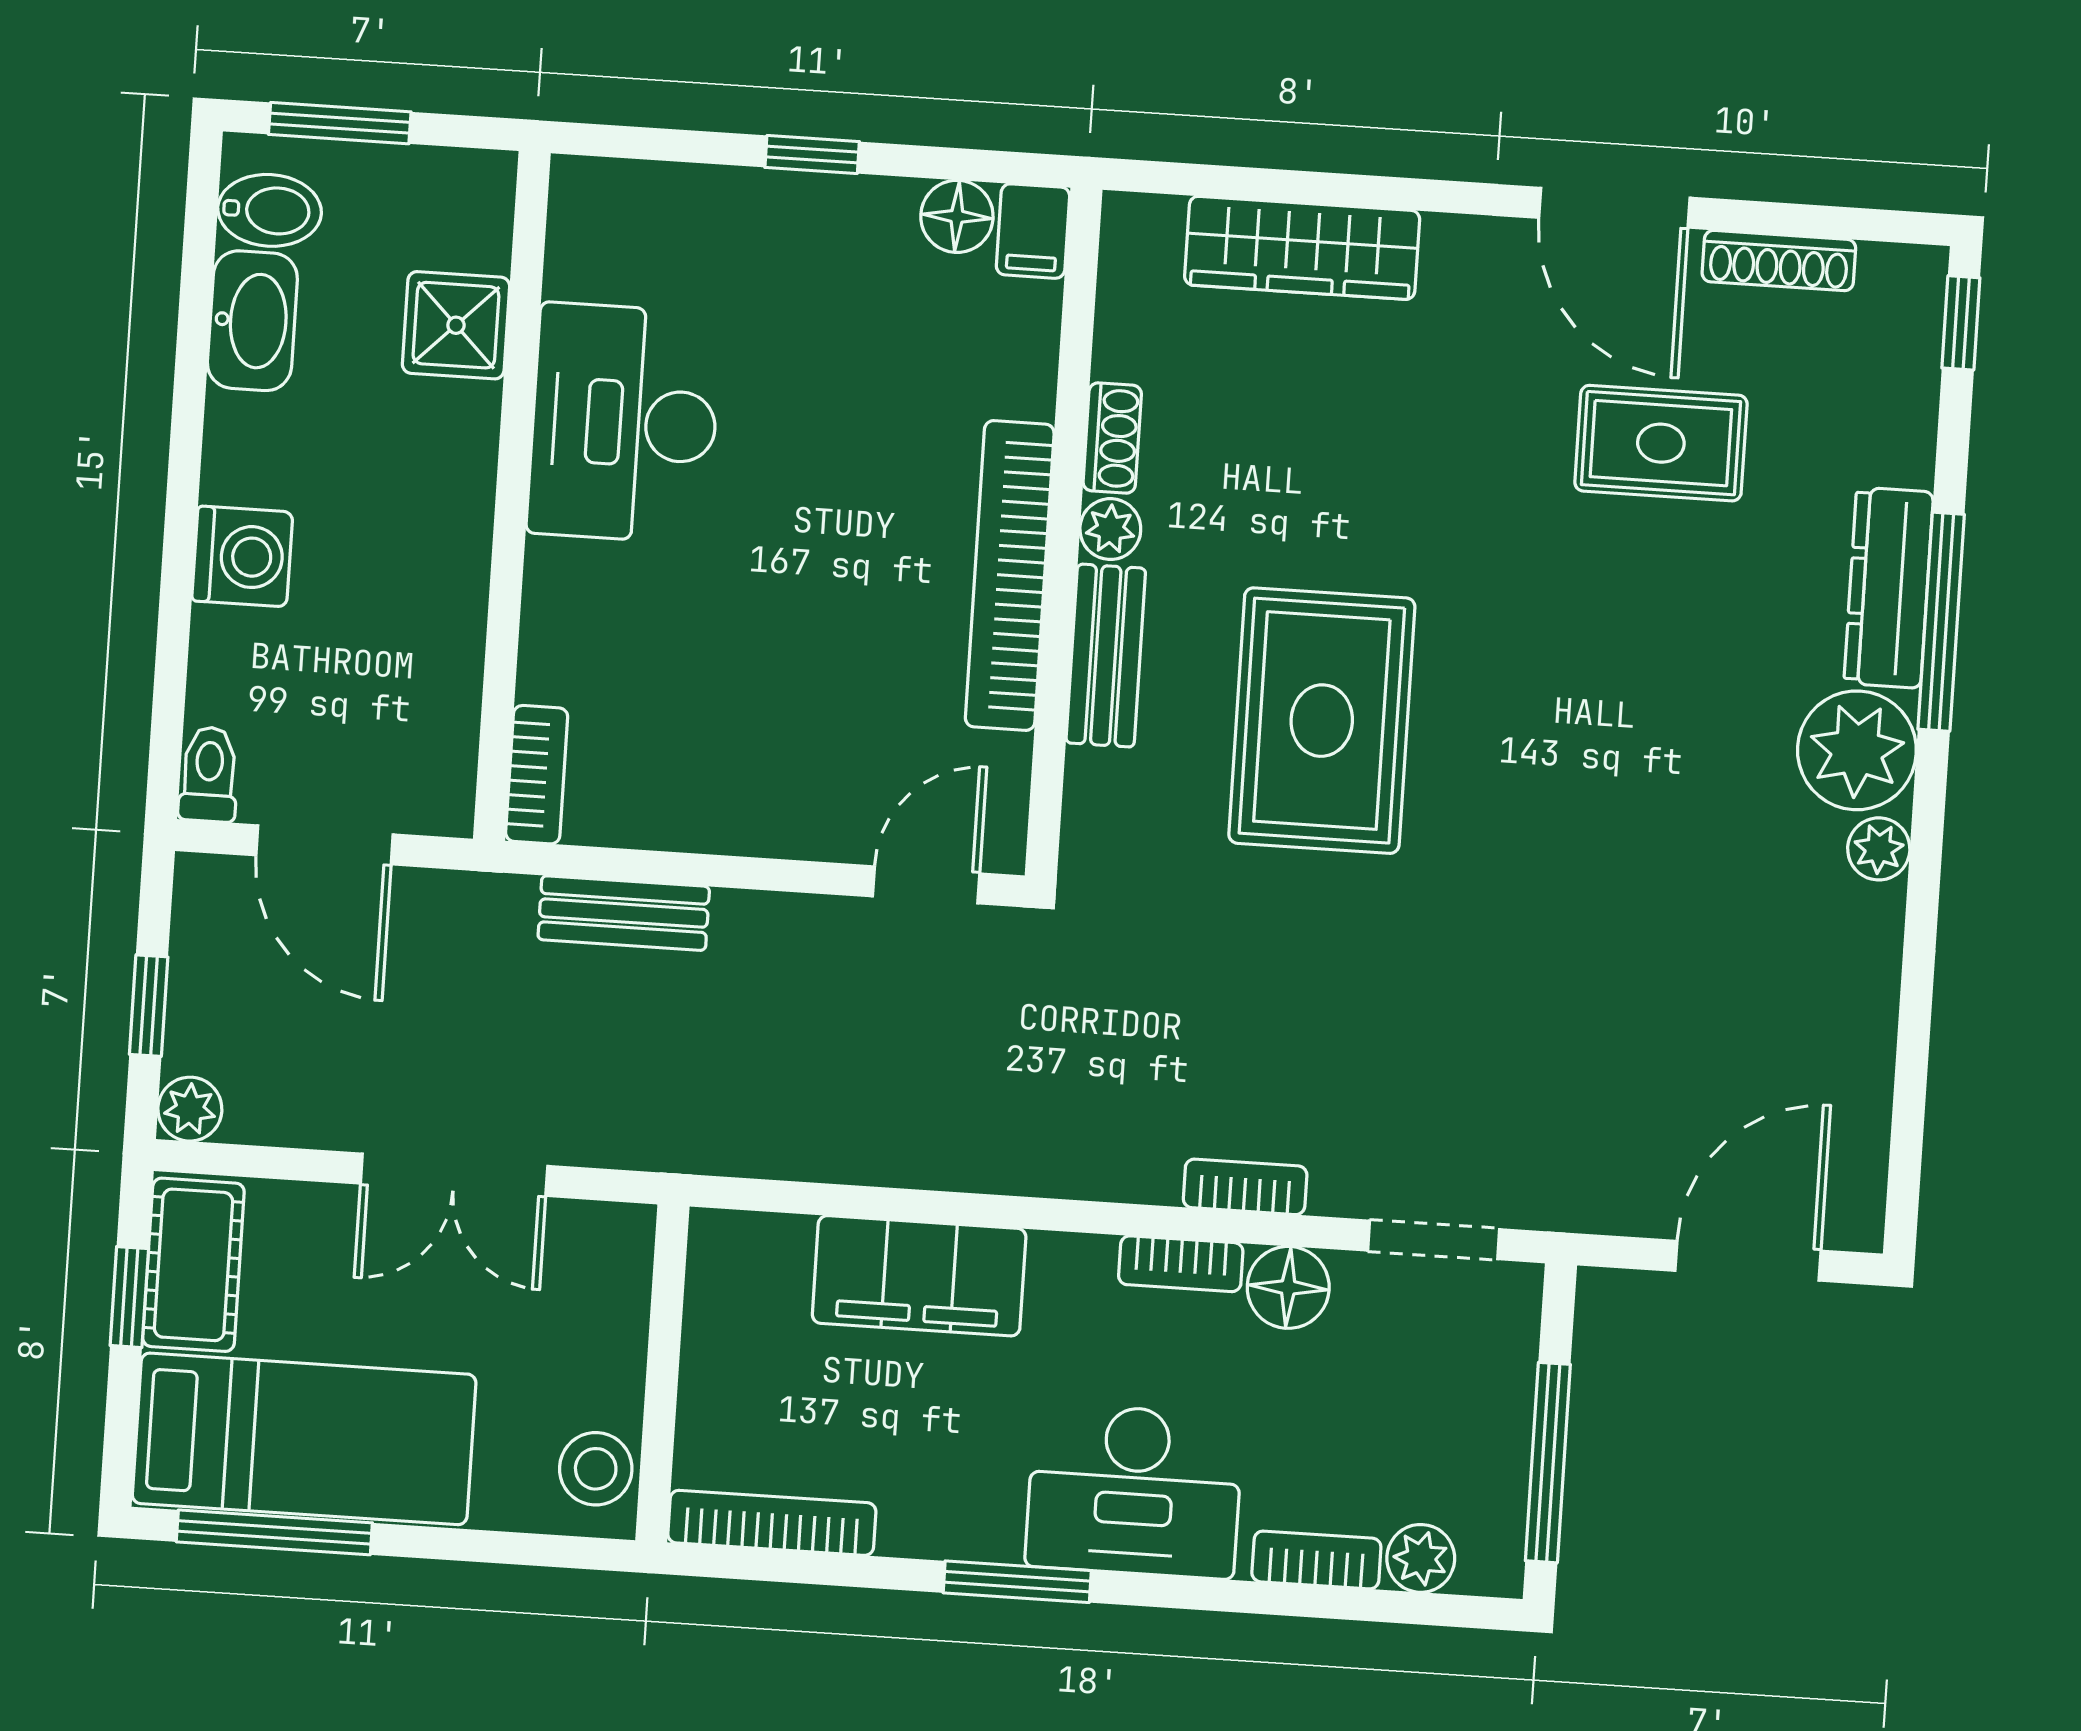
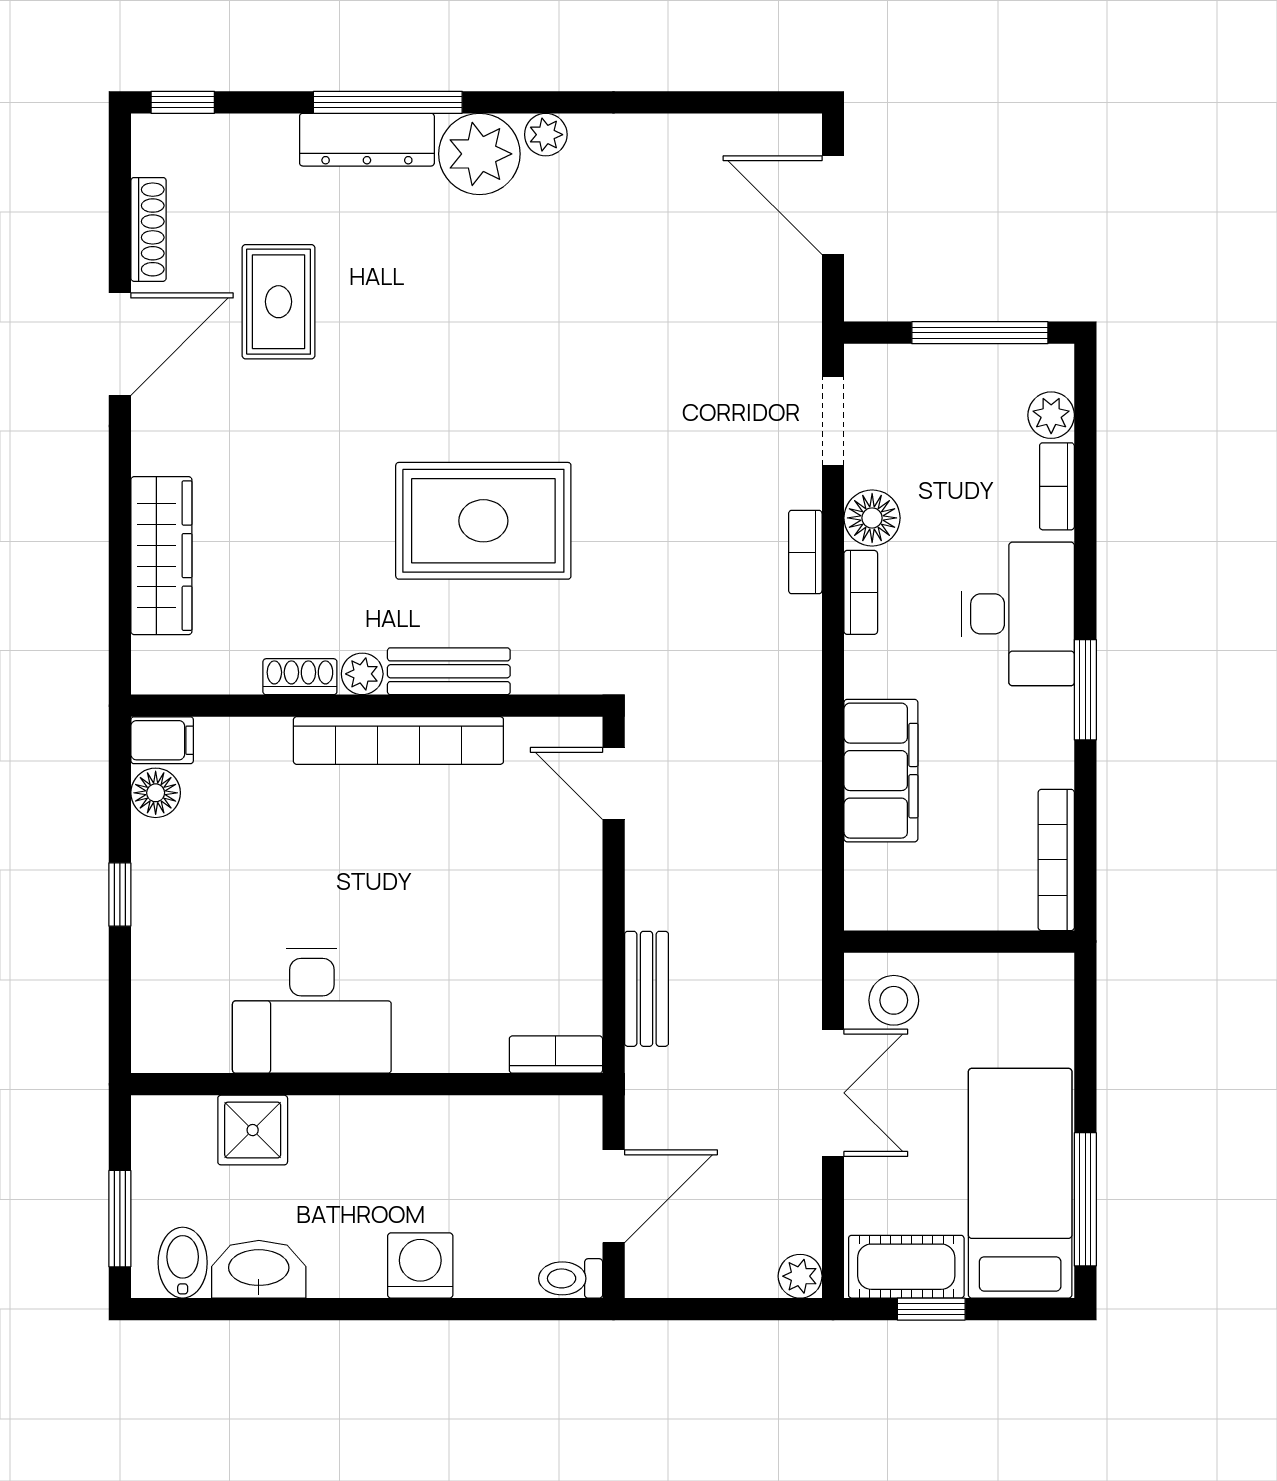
window: (149, 1006) -> (731, 1309), removed
stool: (596, 1469) -> (894, 1000), moved

